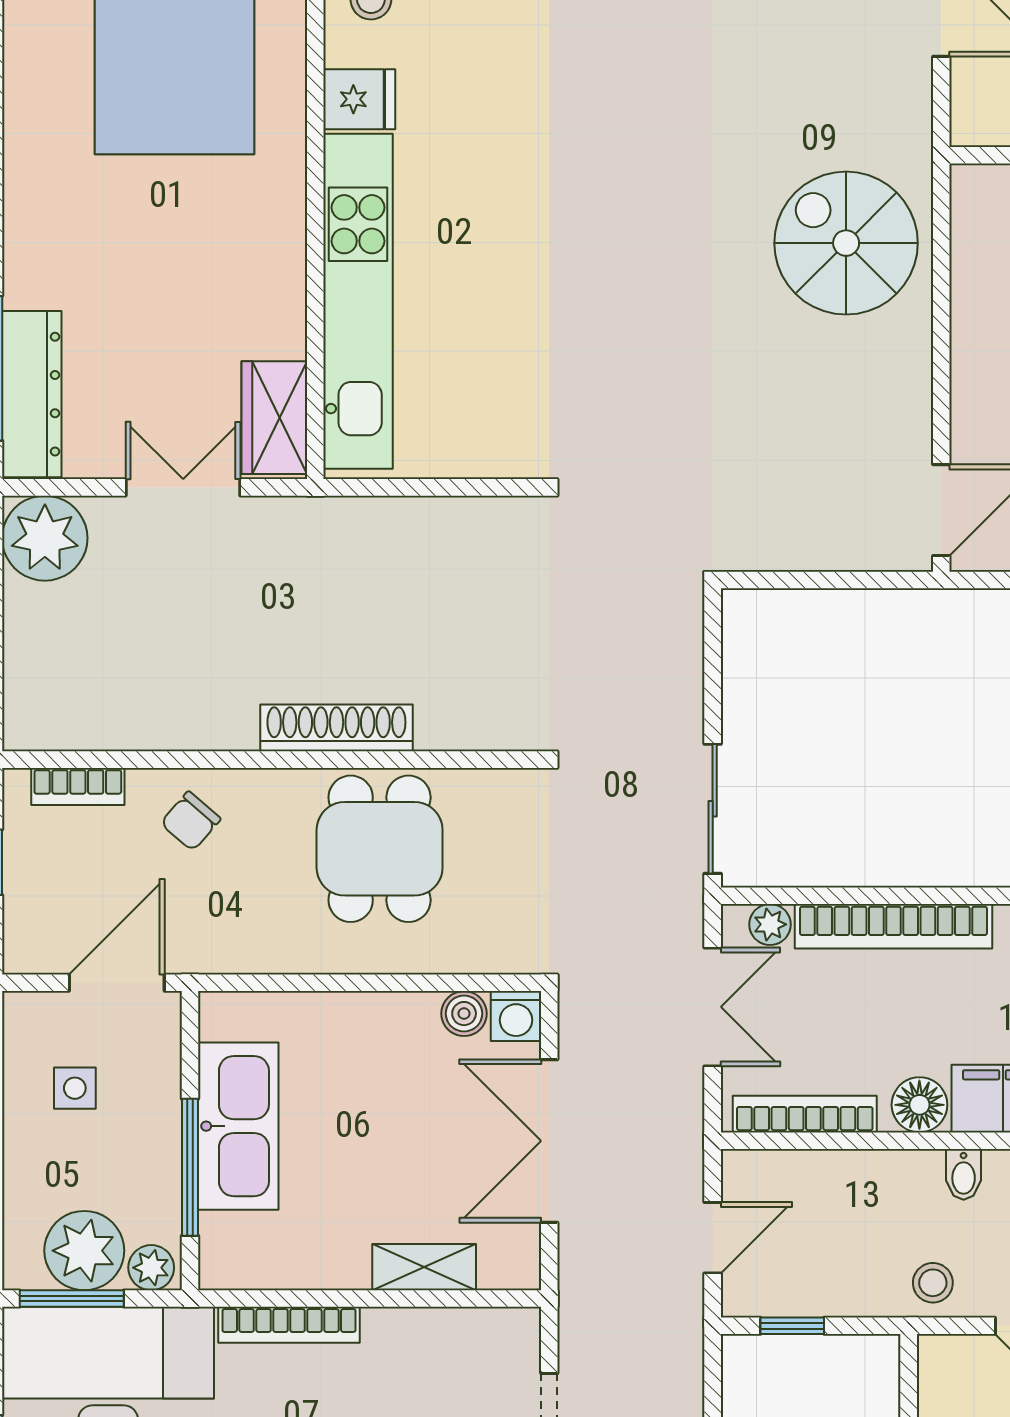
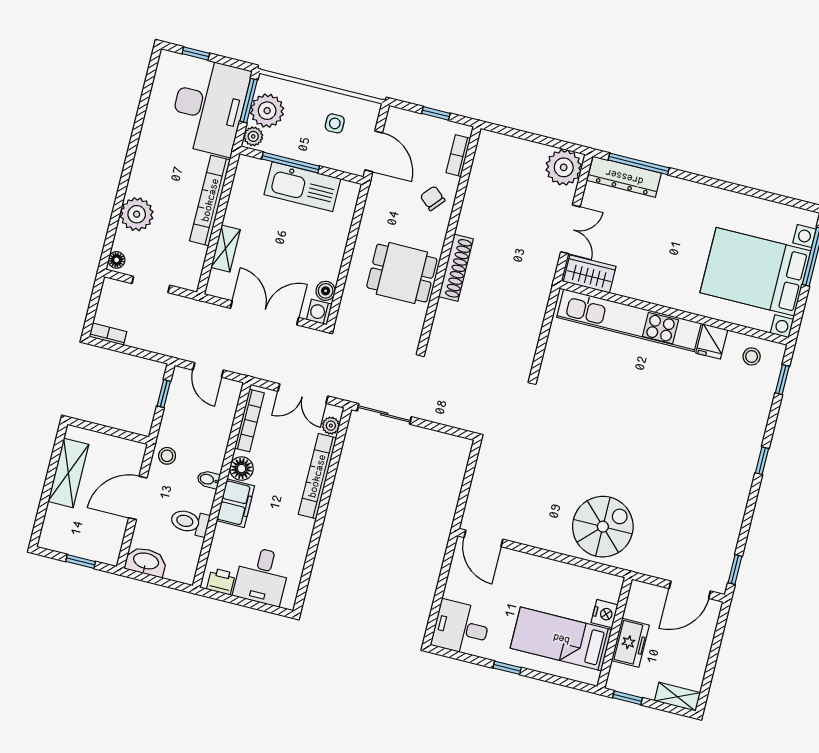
bookcase: (289, 1325) -> (210, 200), width x1.48, depth x1.31

